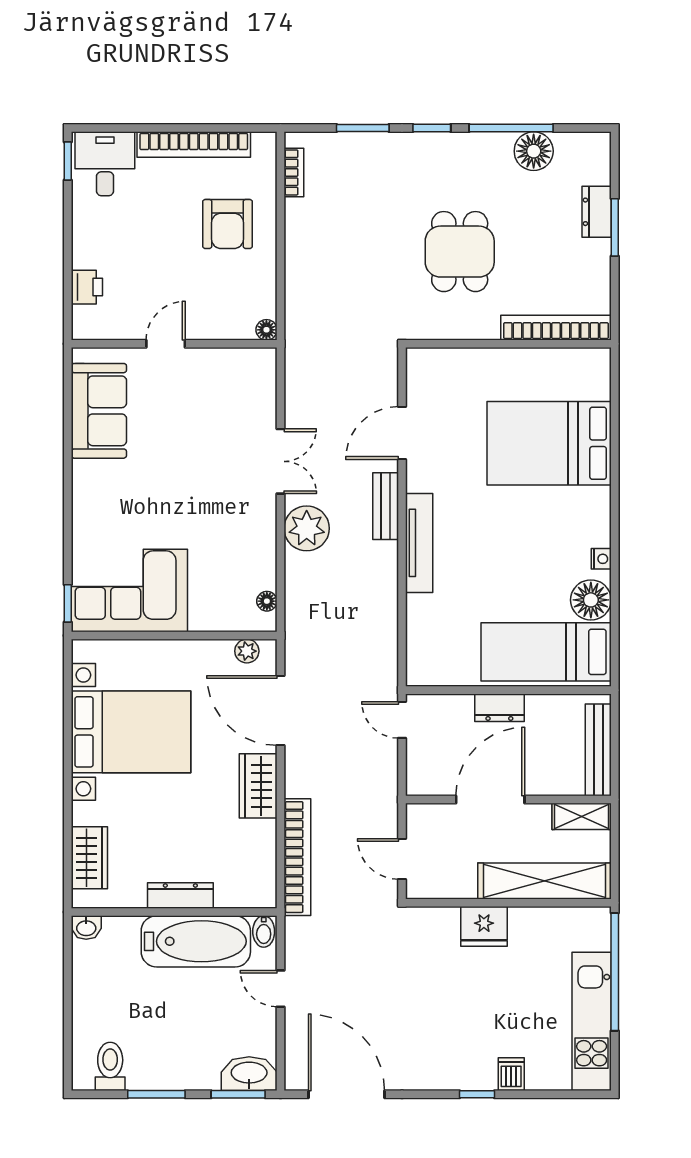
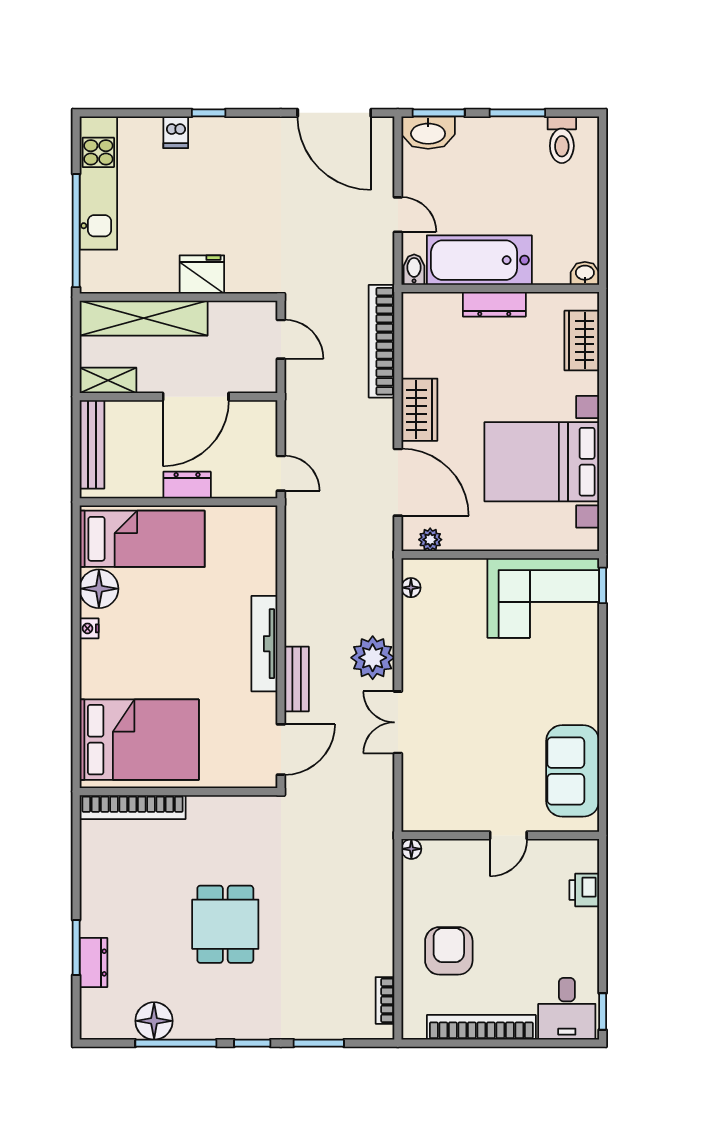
bookcase: (556, 328) -> (133, 807), moved
wall: (508, 344) -> (178, 792), moved

